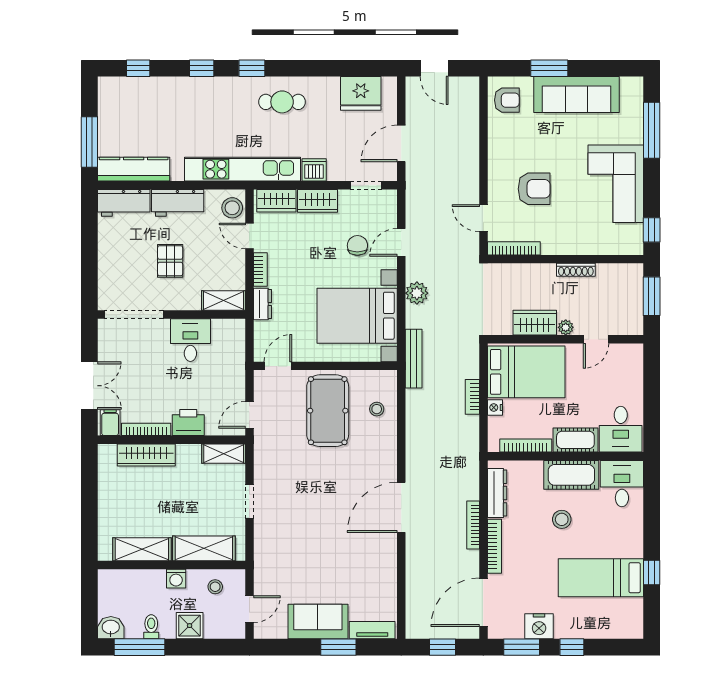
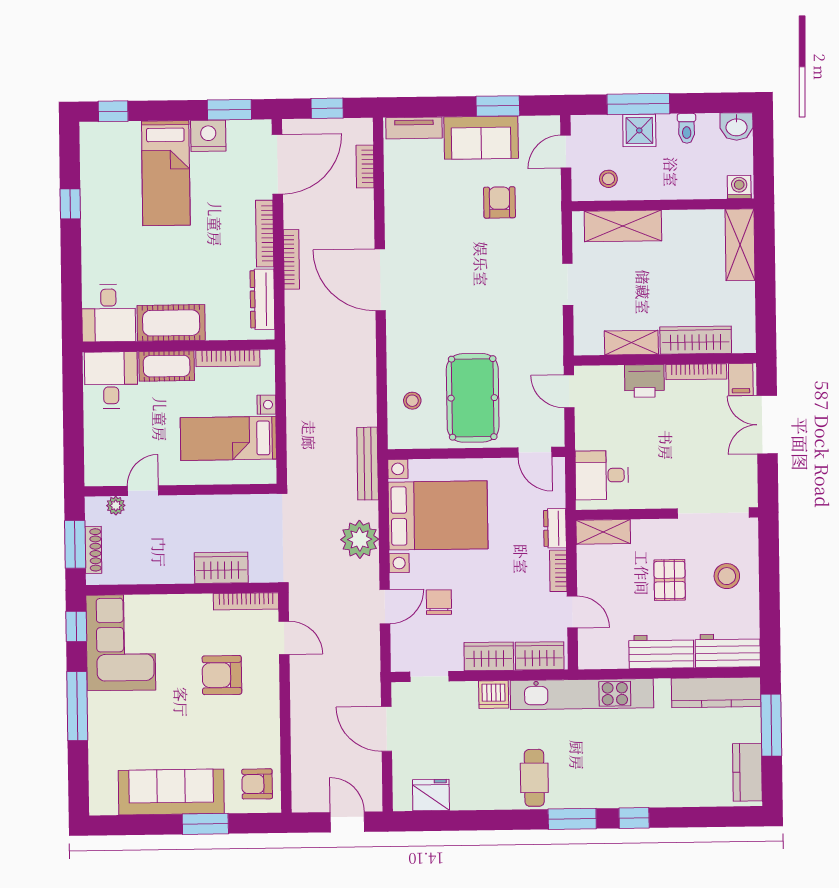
window: (138, 68) -> (712, 817), removed
window: (252, 68) -> (572, 819), width x1.50
fridge: (361, 93) -> (431, 795), width x0.73, depth x0.75
cafe table: (282, 102) -> (534, 778), turned 90
kitchen counter: (109, 104) -> (747, 772), added
window: (652, 130) -> (77, 706), moved
door: (401, 143) -> (387, 729), swing flipped
corner sofa: (616, 184) -> (121, 643), moved
stool: (232, 208) -> (727, 576), moved
chair: (357, 245) -> (439, 602), turned 180
shoe rack: (576, 270) -> (93, 550), moved, turned 90
plant: (417, 293) -> (360, 539), width x1.36, depth x1.36
wardrobe: (535, 323) -> (221, 568), moved, turned 180
plant: (566, 327) -> (116, 506), moved
desk: (190, 340) -> (602, 475), moved, turned 90
door: (278, 366) -> (535, 452), hinge flipped
bed: (526, 372) -> (228, 438), width x0.67
bookcase: (472, 397) -> (365, 166), moved, turned 180
door: (249, 415) -> (569, 391), swing flipped
shelving: (224, 454) -> (631, 343), moved
door: (401, 507) -> (380, 280), swing flipped
stool: (562, 519) -> (182, 268), removed
shelving: (142, 549) -> (740, 245), moved, turned 90
armchair: (304, 569) -> (499, 202), added
bed: (601, 578) -> (166, 173), moved, turned 90
washing machine: (176, 579) -> (739, 187), moved
window: (140, 647) -> (638, 104), moved
window: (338, 647) -> (498, 106), moved
window: (572, 647) -> (113, 111), moved

